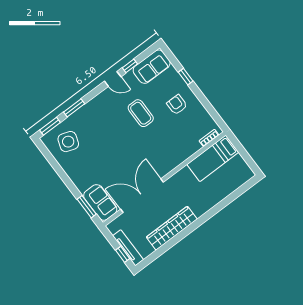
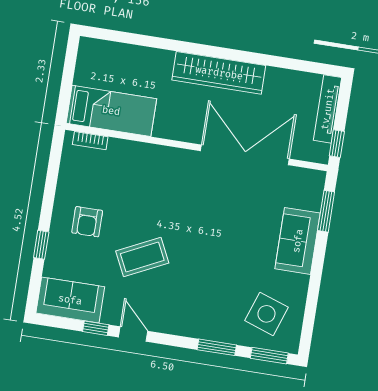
coffee table: (141, 113) -> (142, 257), turned 64
double door: (142, 196) -> (245, 155), swing flipped
sofa: (100, 202) -> (298, 241), moved
wardrobe: (172, 228) -> (219, 73), moved
window: (123, 254) -> (337, 144), moved

